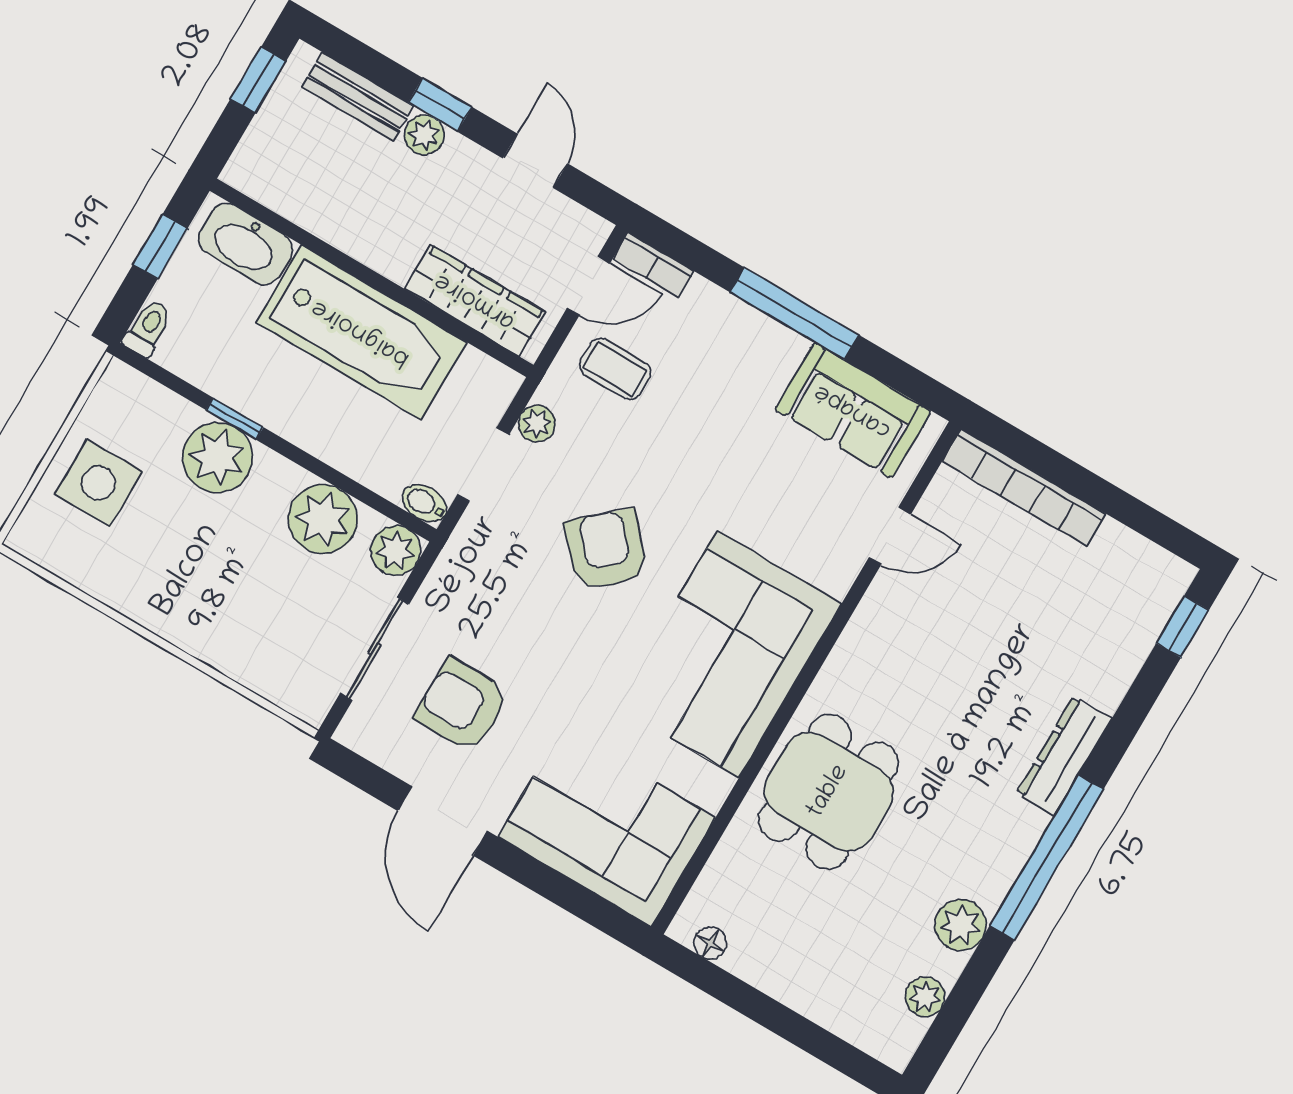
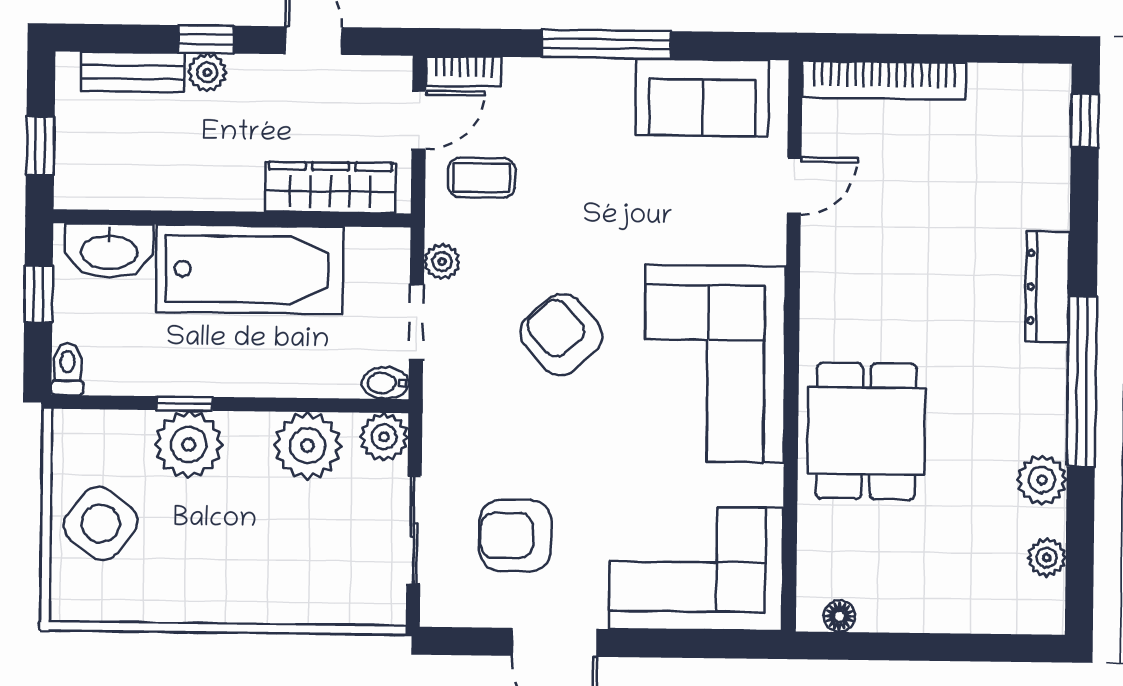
window: (258, 80) -> (40, 146), moved
side table: (98, 483) -> (101, 524), turned 38

